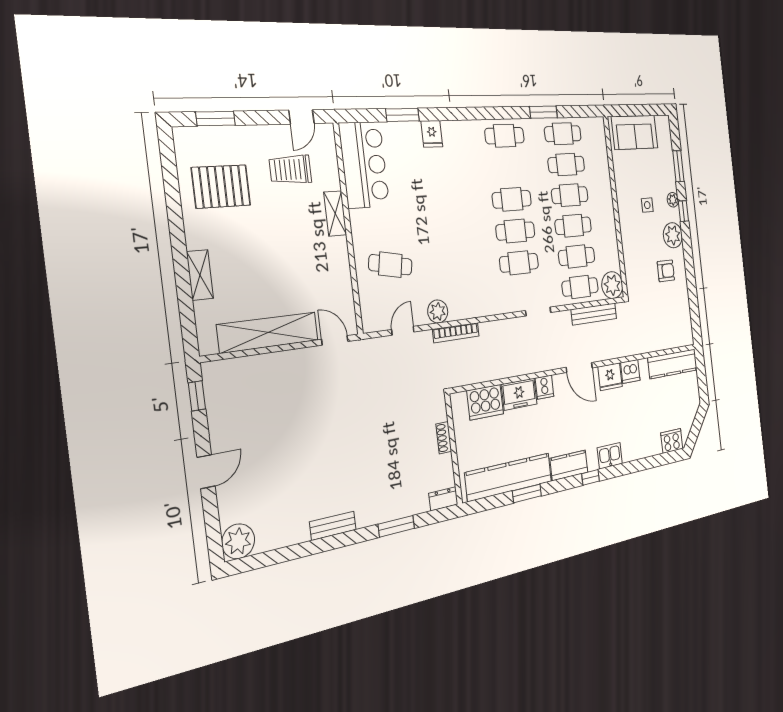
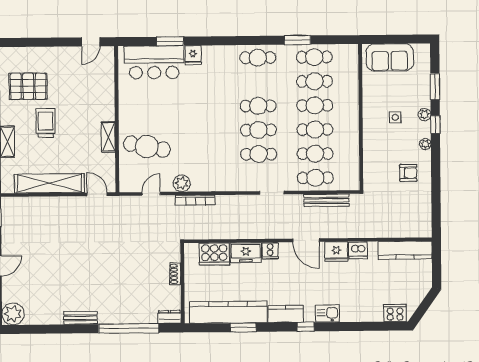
window: (216, 119) -> (30, 42), removed
bar counter: (364, 165) -> (154, 62), moved, turned 90
trolley: (290, 170) -> (46, 123), moved, turned 90
shelving: (335, 214) -> (108, 137), moved
plant: (673, 235) -> (425, 144), width x0.53, depth x0.53
cafe table: (390, 265) -> (147, 147), width x1.37, depth x1.35
plant: (612, 285) -> (349, 179), removed
window: (396, 526) -> (129, 328), width x2.11

